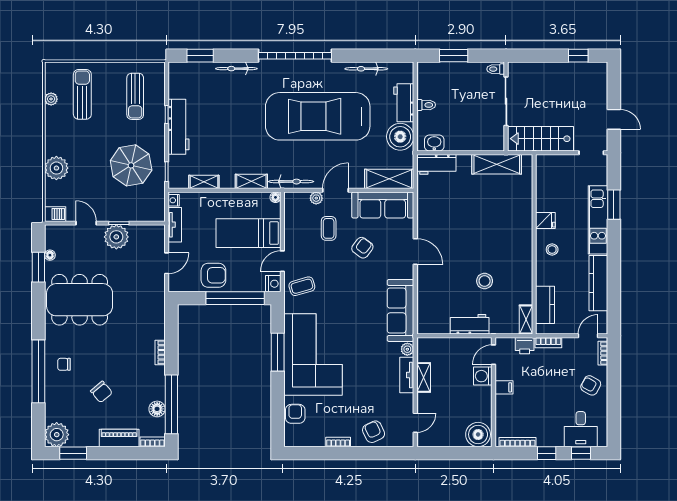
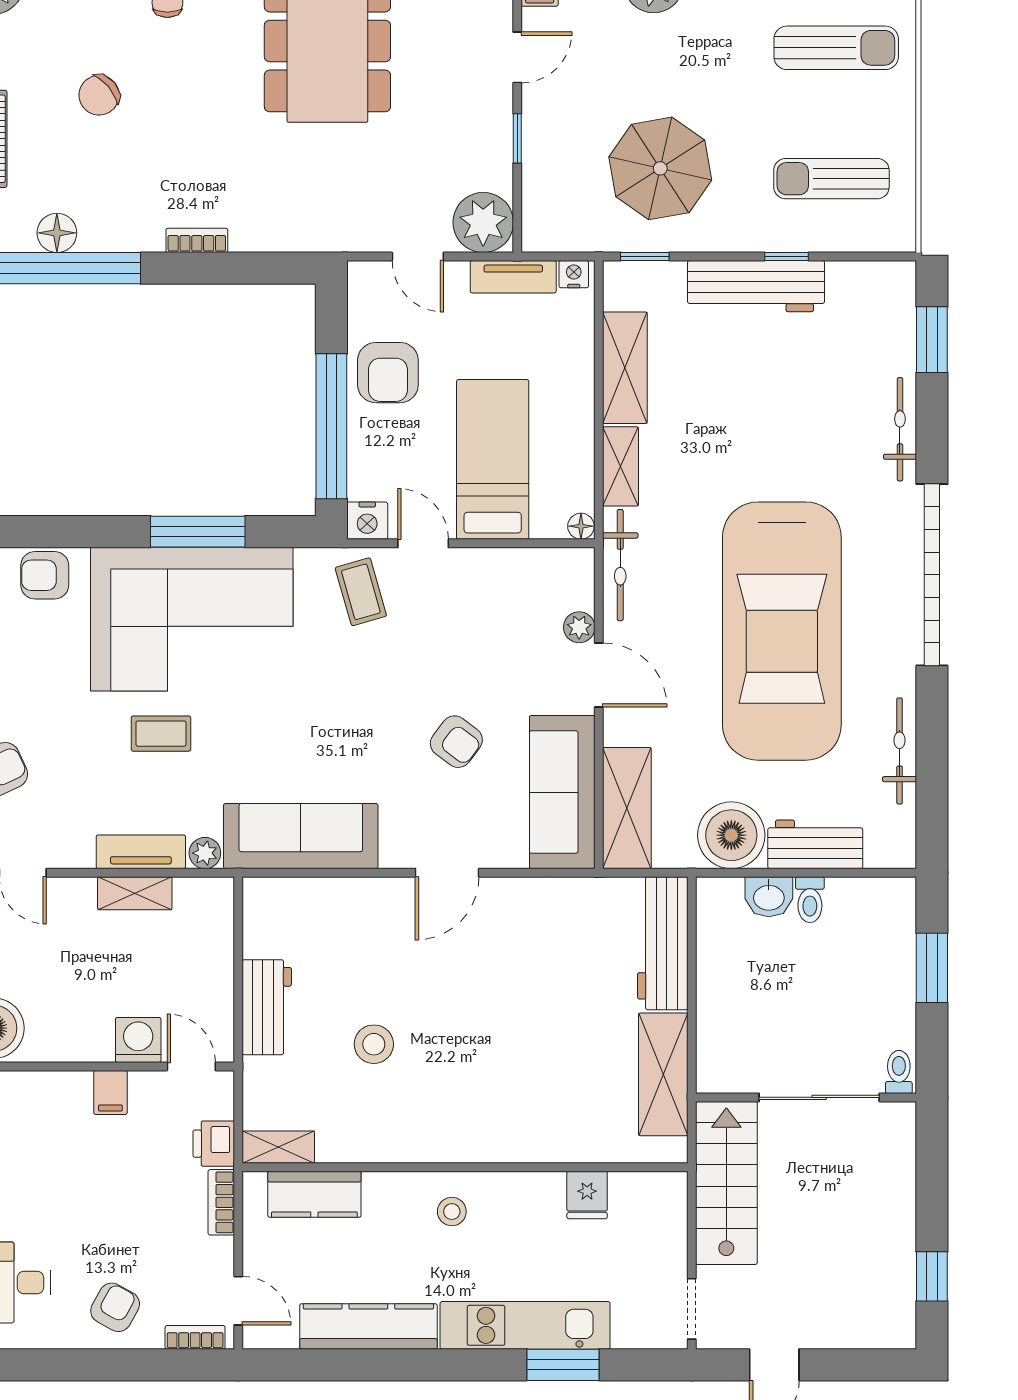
car: (318, 116) -> (782, 631), turned 180
washbasin: (434, 143) -> (769, 897), moved, turned 90
workbench: (436, 164) -> (663, 943), width x1.38
shelving: (204, 182) -> (625, 368), width x1.50, depth x1.33
fridge: (545, 220) -> (587, 1195), moved
coffee table: (329, 228) -> (161, 734), moved
plant: (116, 237) -> (483, 222), moved
armchair: (295, 414) -> (45, 575), turned 180

